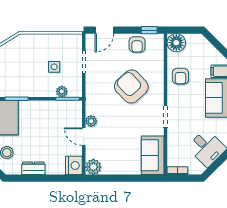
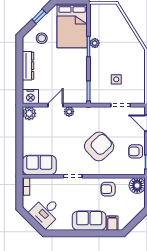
plant: (62, 91) -> (95, 43), moved
dresser: (33, 168) -> (28, 66), width x1.44

